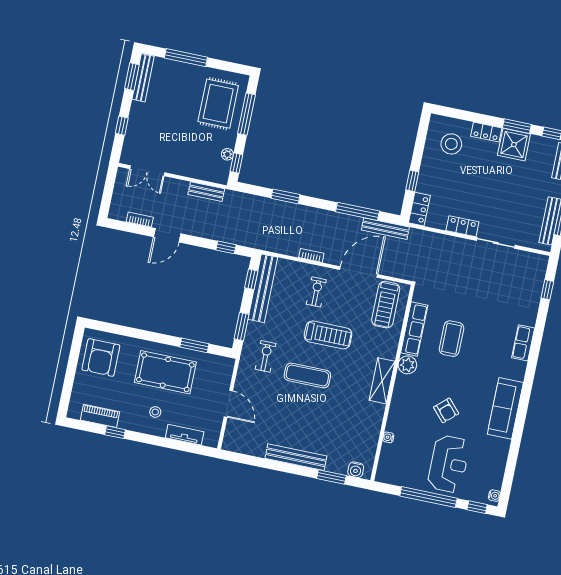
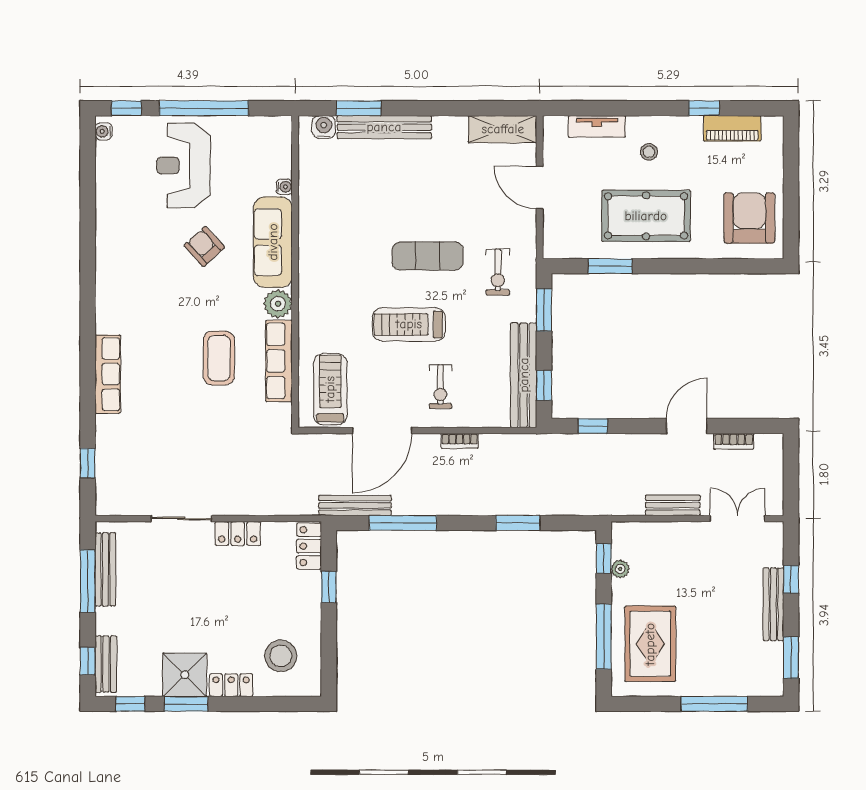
bench: (143, 78) -> (773, 604), moved
bench: (206, 192) -> (673, 505), moved
row of seats: (523, 343) -> (108, 374), width x1.48
shelving: (382, 381) -> (503, 129), moved, turned 90
sofa: (505, 408) -> (273, 242), moved, turned 180
bench: (296, 457) -> (384, 127), moved

